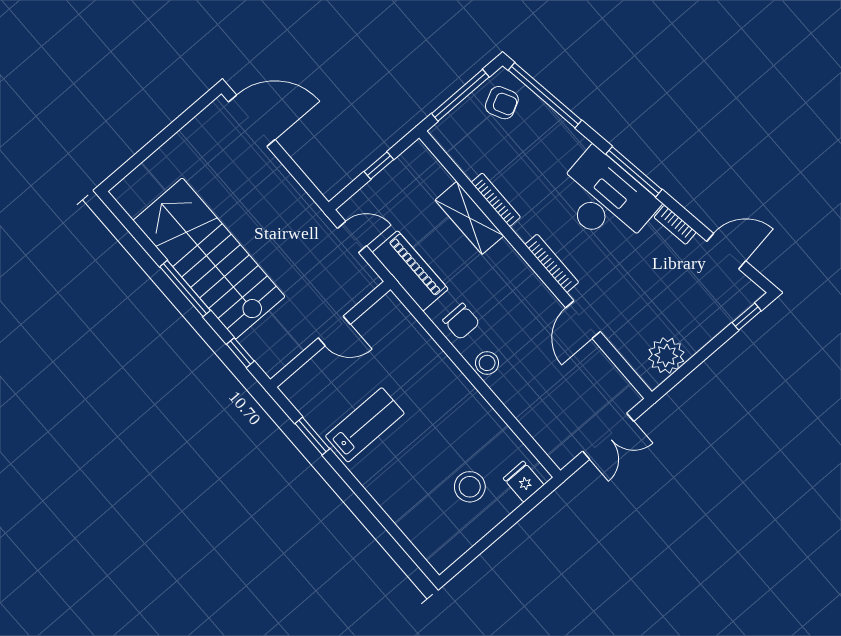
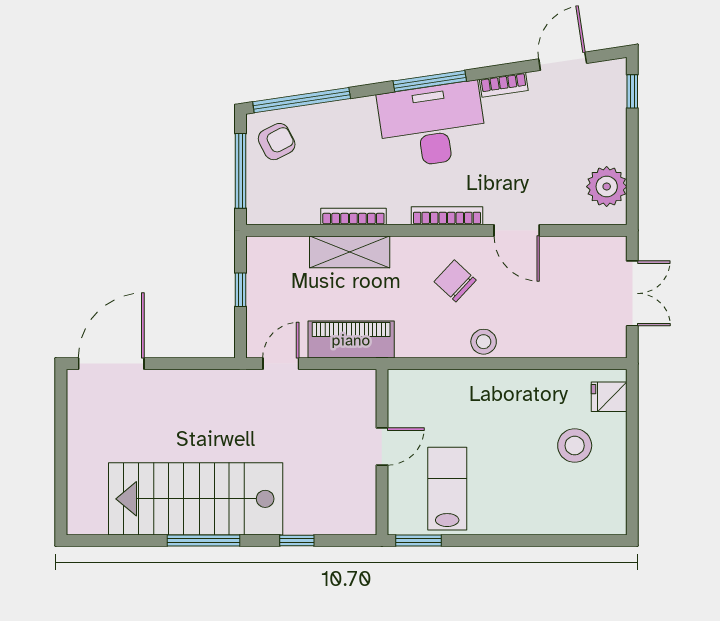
chair: (461, 321) -> (455, 281), moved, turned -137
door: (334, 331) -> (382, 447), moved
wall: (330, 334) -> (382, 452), moved

